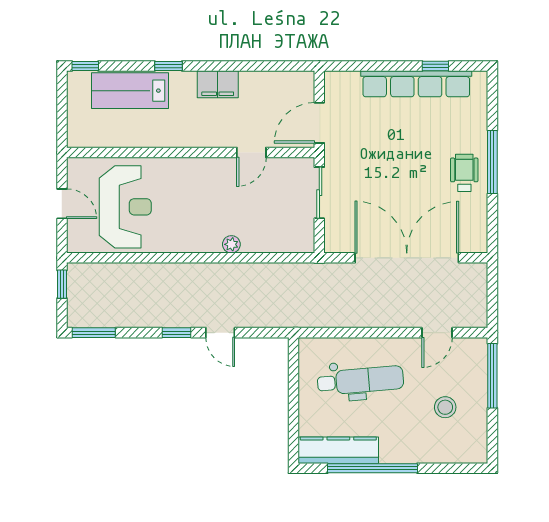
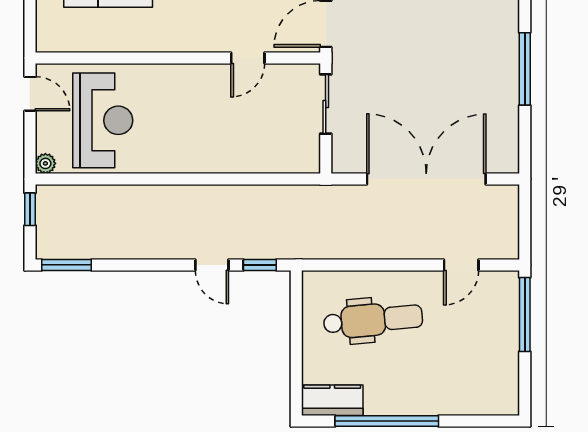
wheelchair: (464, 173) -> (492, 81), removed
door: (62, 204) -> (30, 94), moved
plant: (231, 244) -> (45, 163), moved
window: (177, 333) -> (260, 265), moved
stool: (445, 407) -> (470, 351), removed
kitchen counter: (338, 450) -> (332, 400), width x0.67

